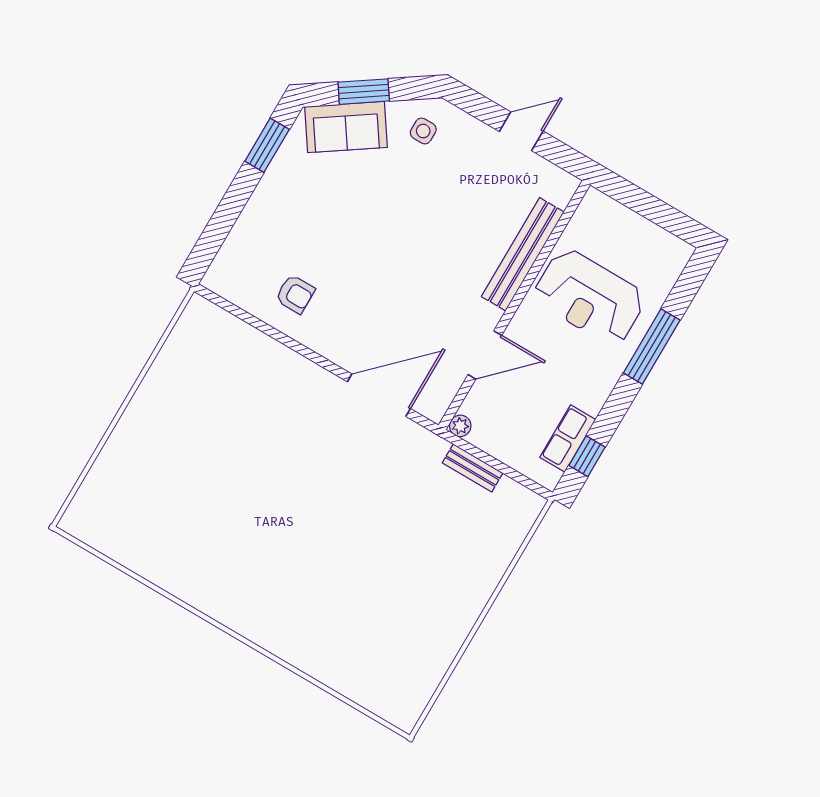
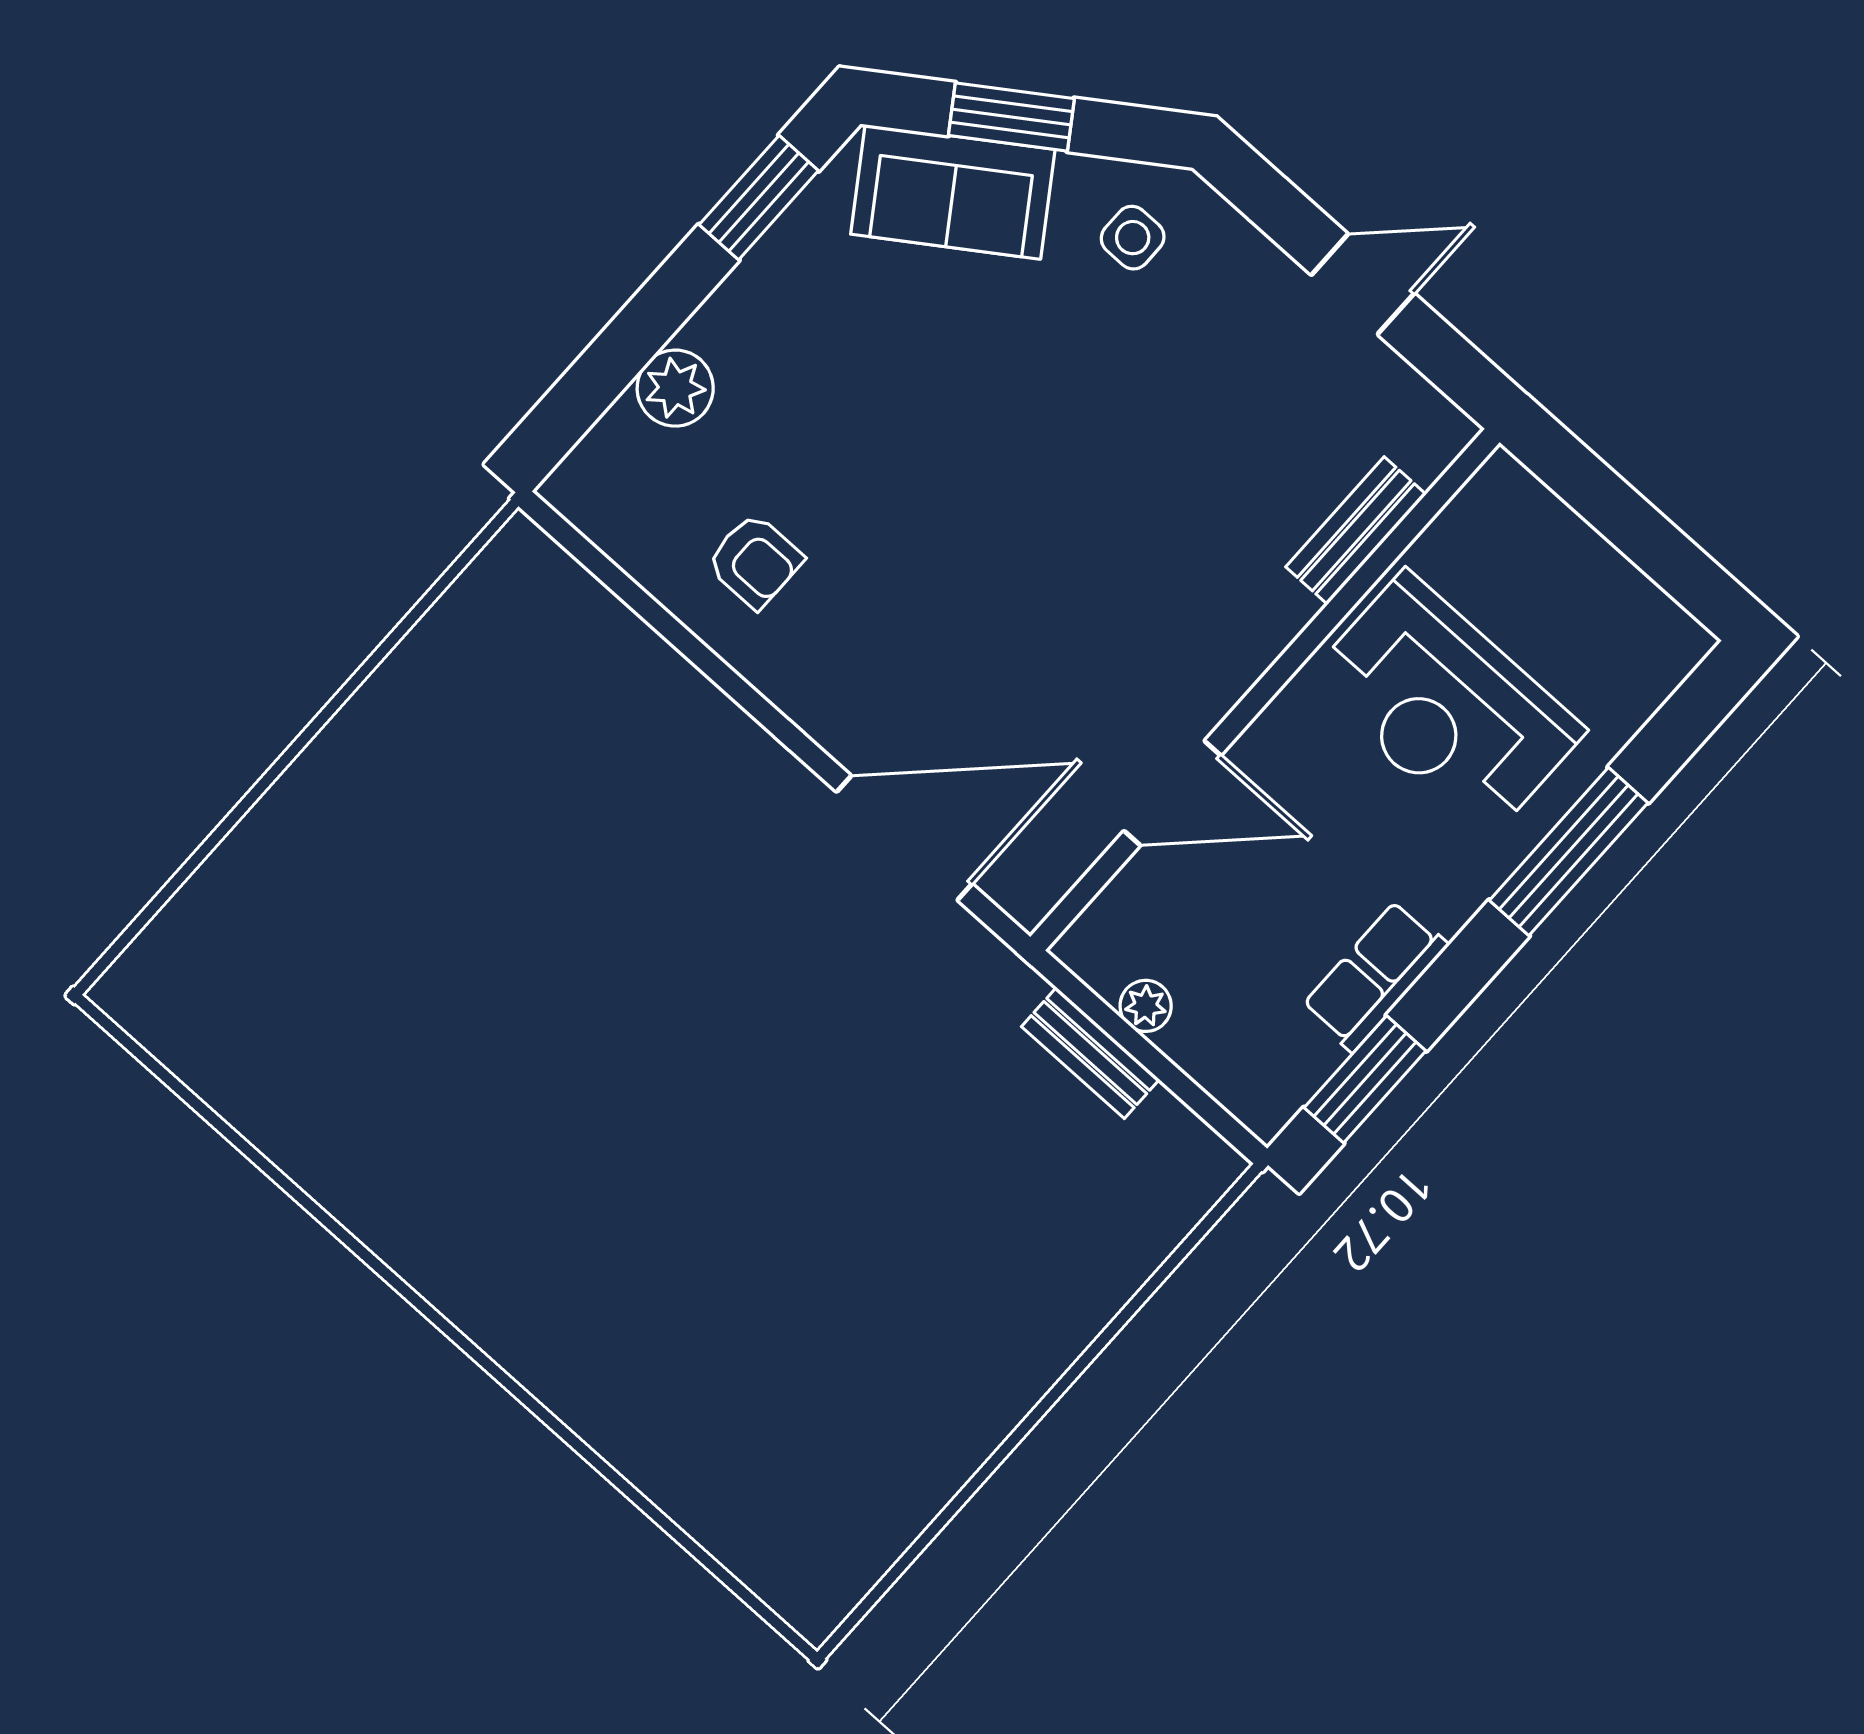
plant: (248, 230) -> (675, 388), added
bench: (523, 254) -> (1356, 531), width x0.54, depth x0.82
plant: (460, 426) -> (1146, 1006), moved
row of seats: (568, 438) -> (1375, 976), moved
window: (587, 456) -> (1365, 1079), width x1.50

